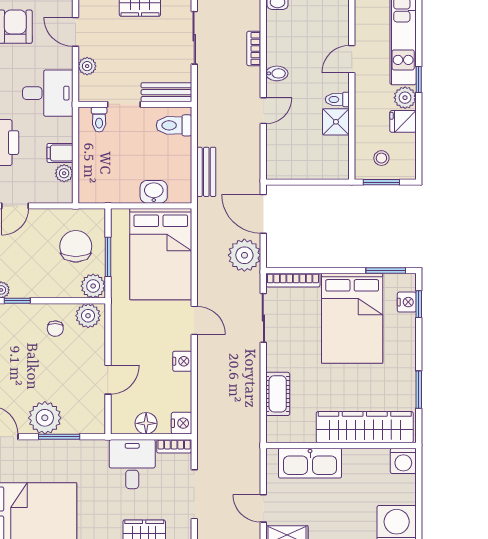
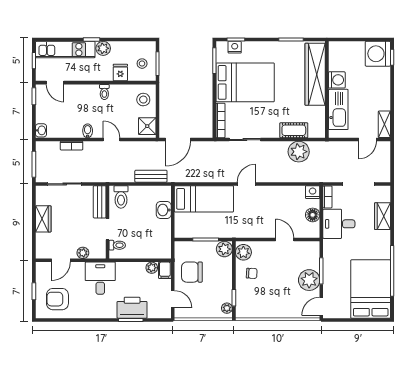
door: (352, 59) -> (55, 83), moved
fridge: (403, 121) -> (120, 72), moved, turned 180
shower: (336, 122) -> (147, 126), moved
filing cabinet: (60, 153) -> (165, 270), moved
stool: (325, 160) -> (143, 100), added
chair: (76, 246) -> (192, 272), moved
bed: (161, 254) -> (204, 199), width x0.67
plant: (244, 255) -> (299, 152), moved
nightstand: (182, 361) -> (273, 192), removed
washing machine: (403, 461) -> (337, 80), moved

